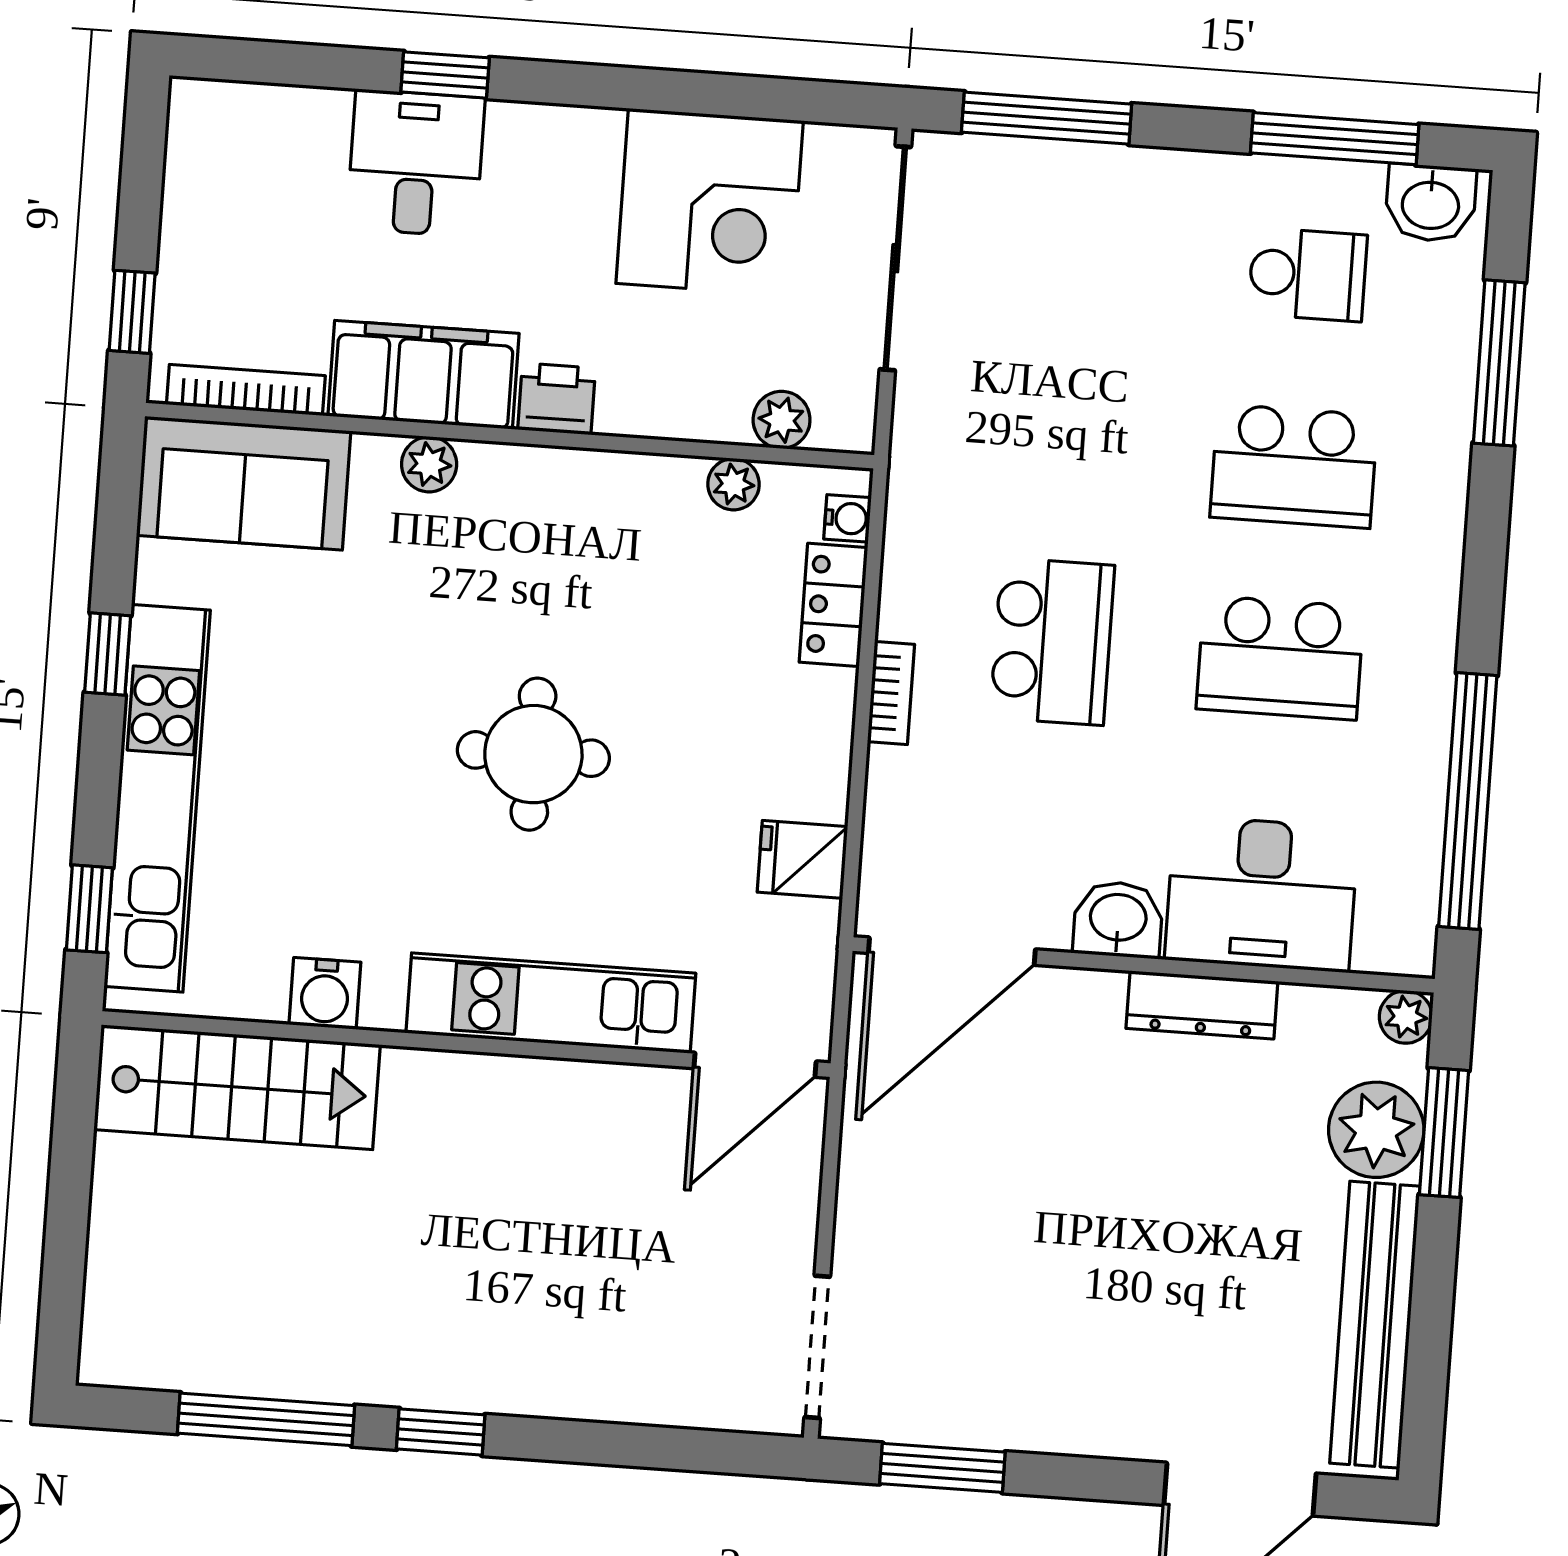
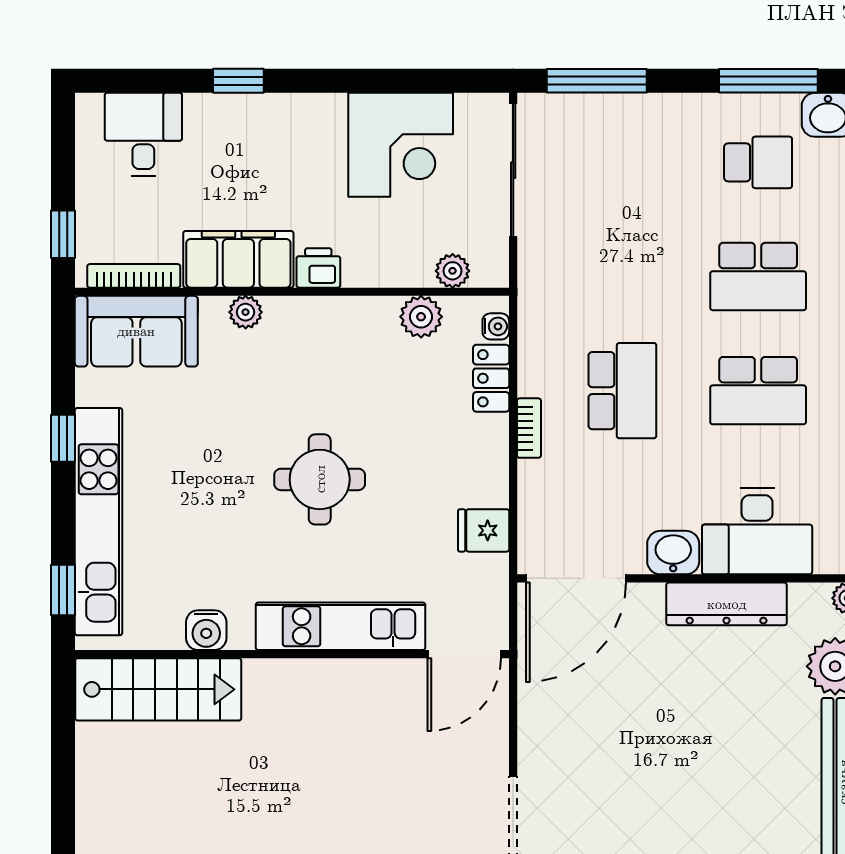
desk: (416, 163) -> (143, 134), moved
plant: (733, 484) -> (421, 317), width x1.38, depth x1.38
dresser: (1202, 1005) -> (727, 604), width x1.37, depth x1.24

